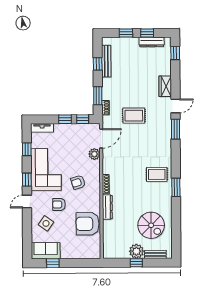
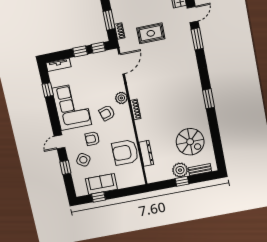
plant: (94, 154) -> (121, 98), moved
rug: (157, 174) -> (186, 89), removed
window: (27, 180) -> (65, 167), moved
dresser: (107, 207) -> (146, 153), moved
sofa: (46, 251) -> (101, 184), moved

